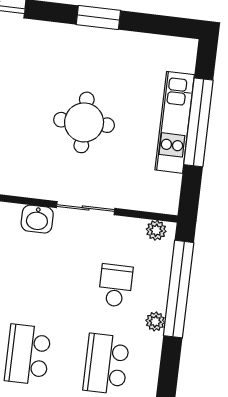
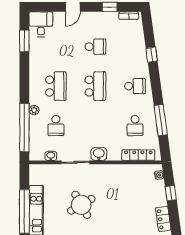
round table: (84, 122) -> (81, 205), turned -30
washbasin: (133, 227) -> (51, 156), added
plant: (156, 230) -> (39, 155), removed

